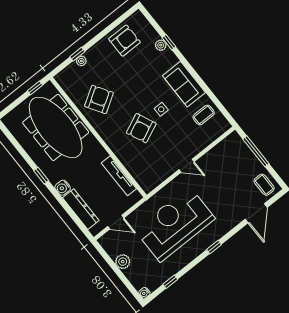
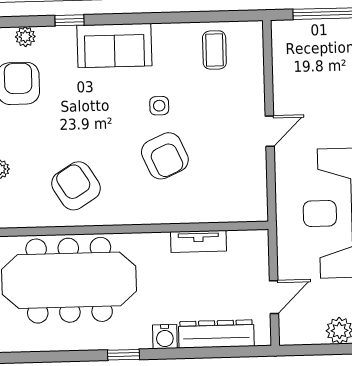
plant: (161, 45) -> (25, 37), moved
sofa: (184, 84) -> (114, 45), moved
tv unit: (119, 176) -> (198, 241), width x0.71

